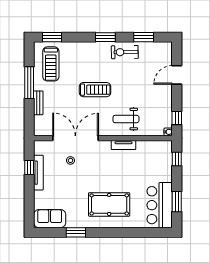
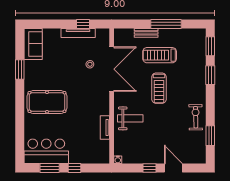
window: (105, 37) -> (210, 75), moved
treadmill: (51, 64) -> (160, 55), moved
window: (177, 118) -> (150, 168), moved
weight bench: (126, 119) -> (130, 118), turned 90
tv unit: (124, 145) -> (105, 127), moved
window: (177, 159) -> (75, 168), moved
pool table: (109, 204) -> (47, 102), turned 90

